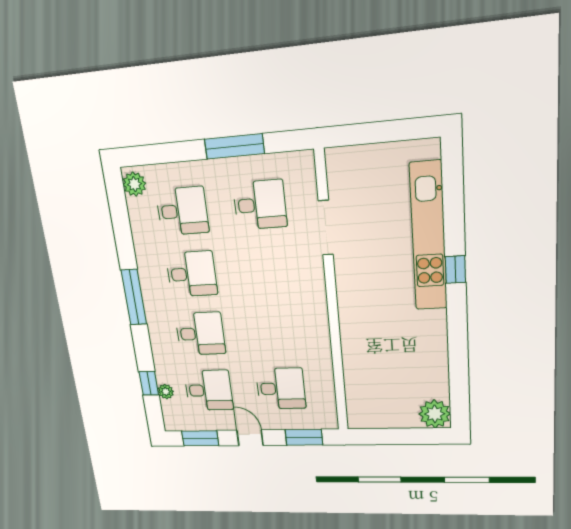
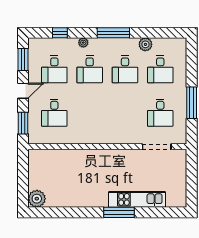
plant: (134, 184) -> (145, 44), moved
doorway: (326, 228) -> (157, 147), moved
kitchen unit: (429, 237) -> (137, 199), width x0.73
window: (455, 269) -> (119, 212), width x2.17
plant: (166, 392) -> (83, 43), moved

